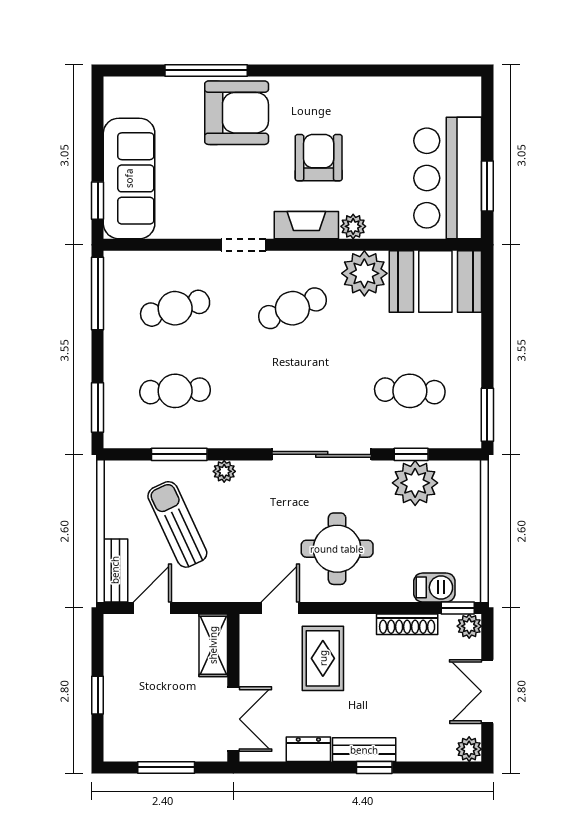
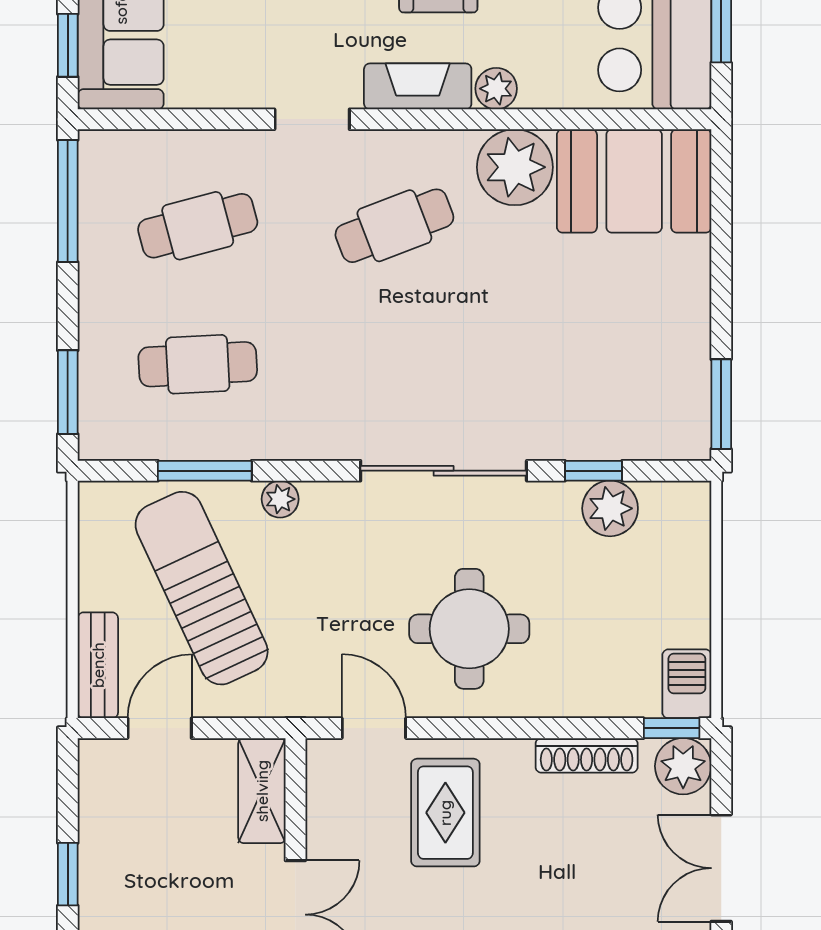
cafe table: (410, 391) -> (591, 364), removed
plant: (415, 483) -> (610, 508), width x0.73, depth x0.73
sun lounger: (177, 524) -> (202, 588), width x1.36, depth x1.34
barbecue: (434, 587) -> (687, 684), moved, turned -90
door: (280, 608) -> (374, 728), hinge flipped
plant: (469, 626) -> (683, 766), width x1.38, depth x1.38

